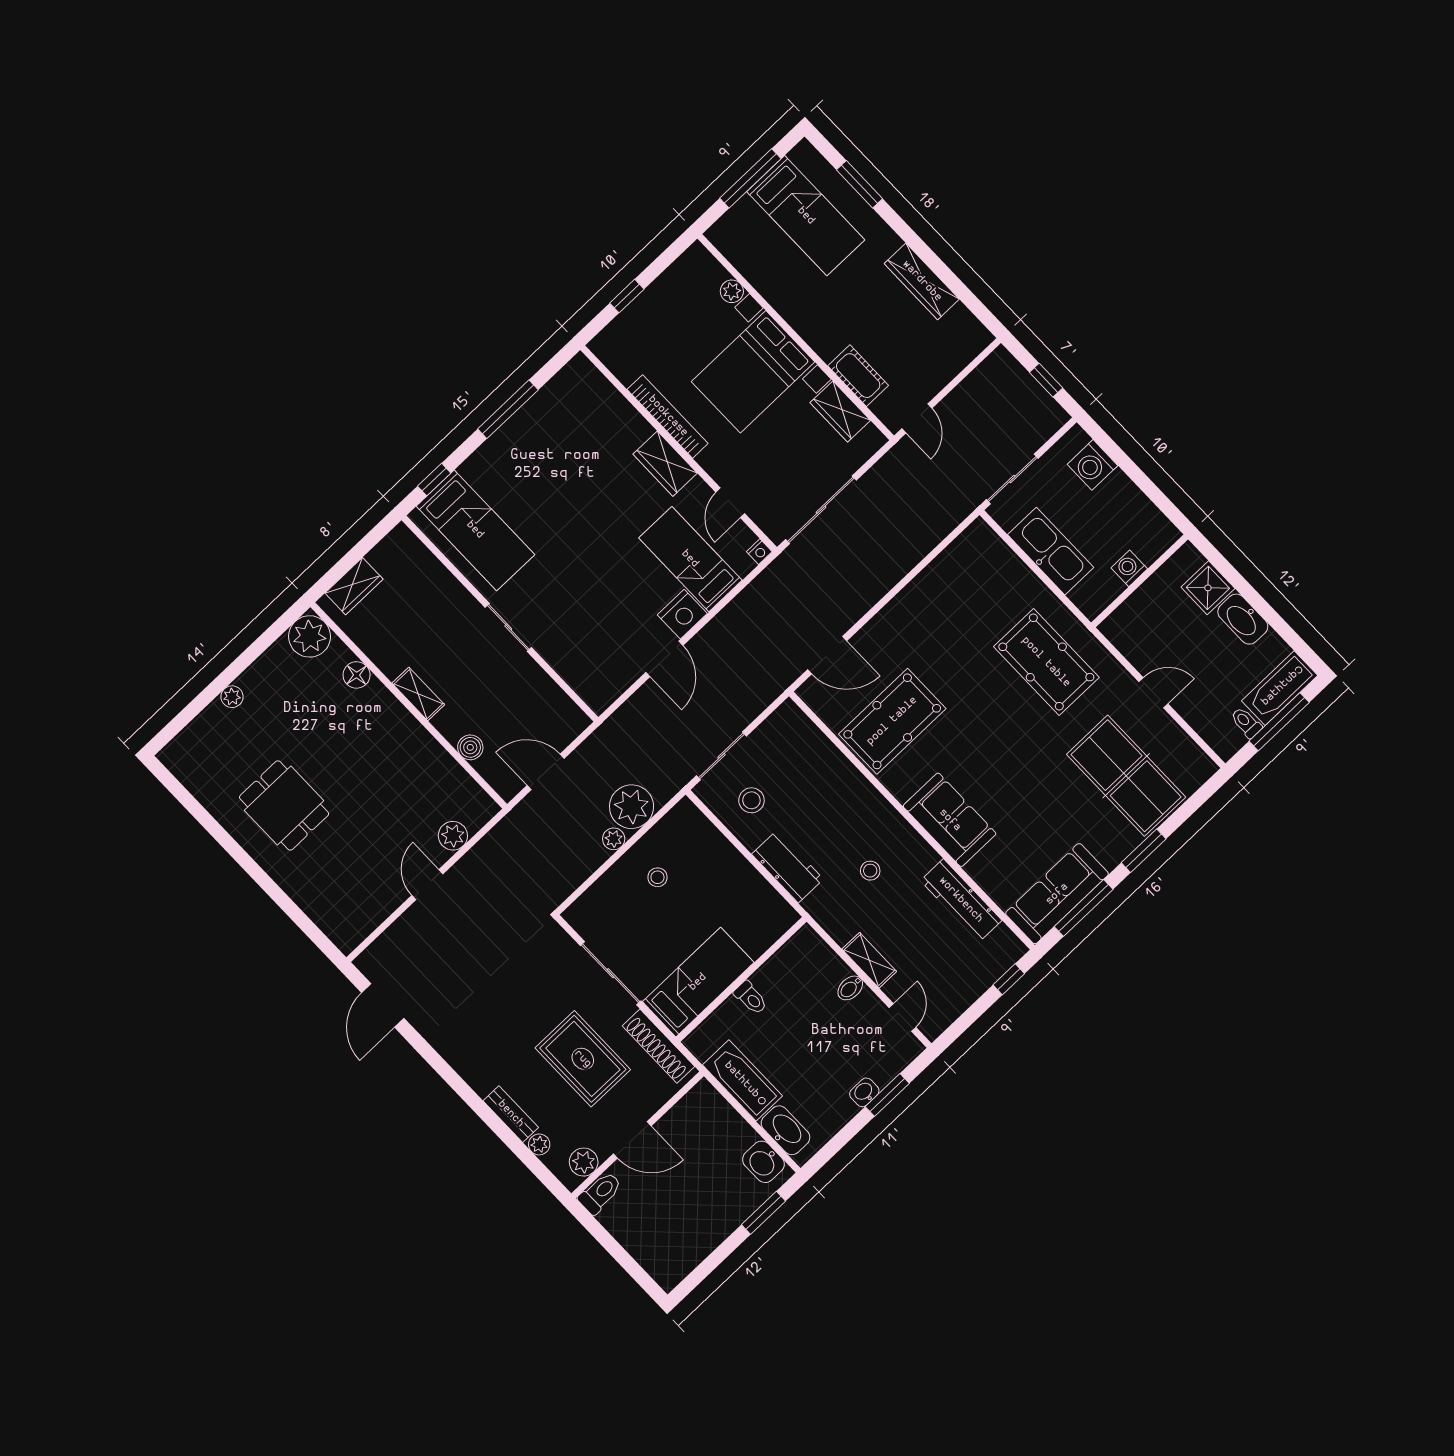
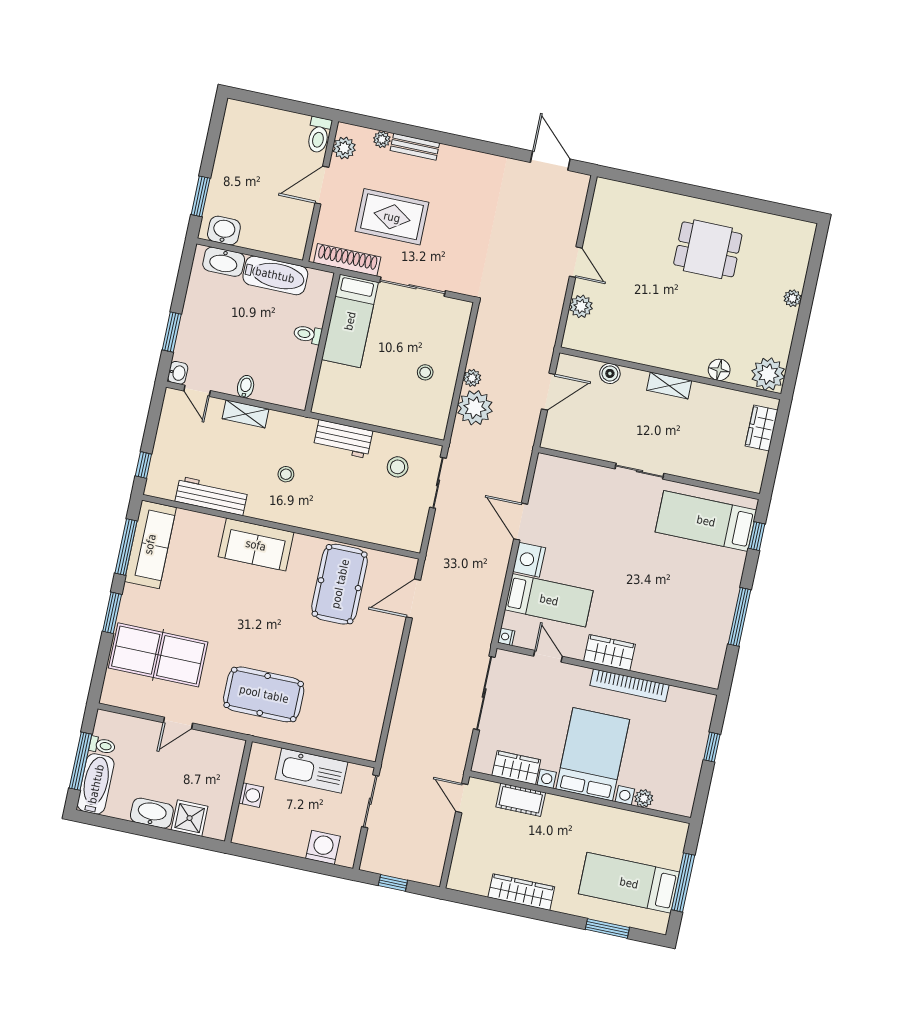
washbasin: (864, 1092) -> (178, 373), moved

